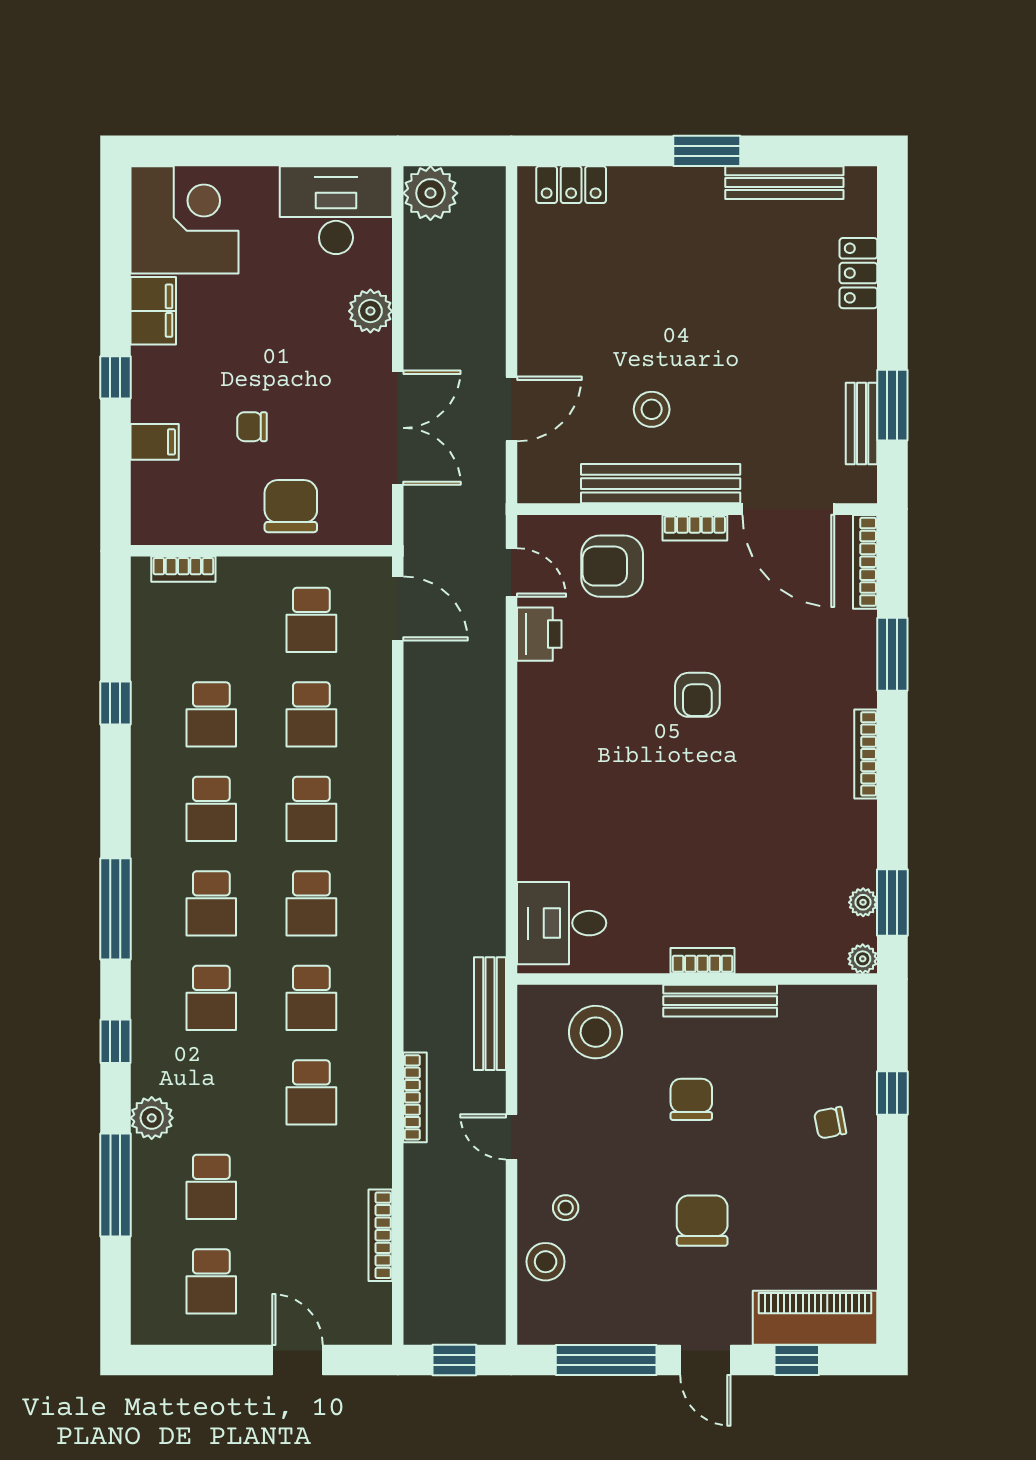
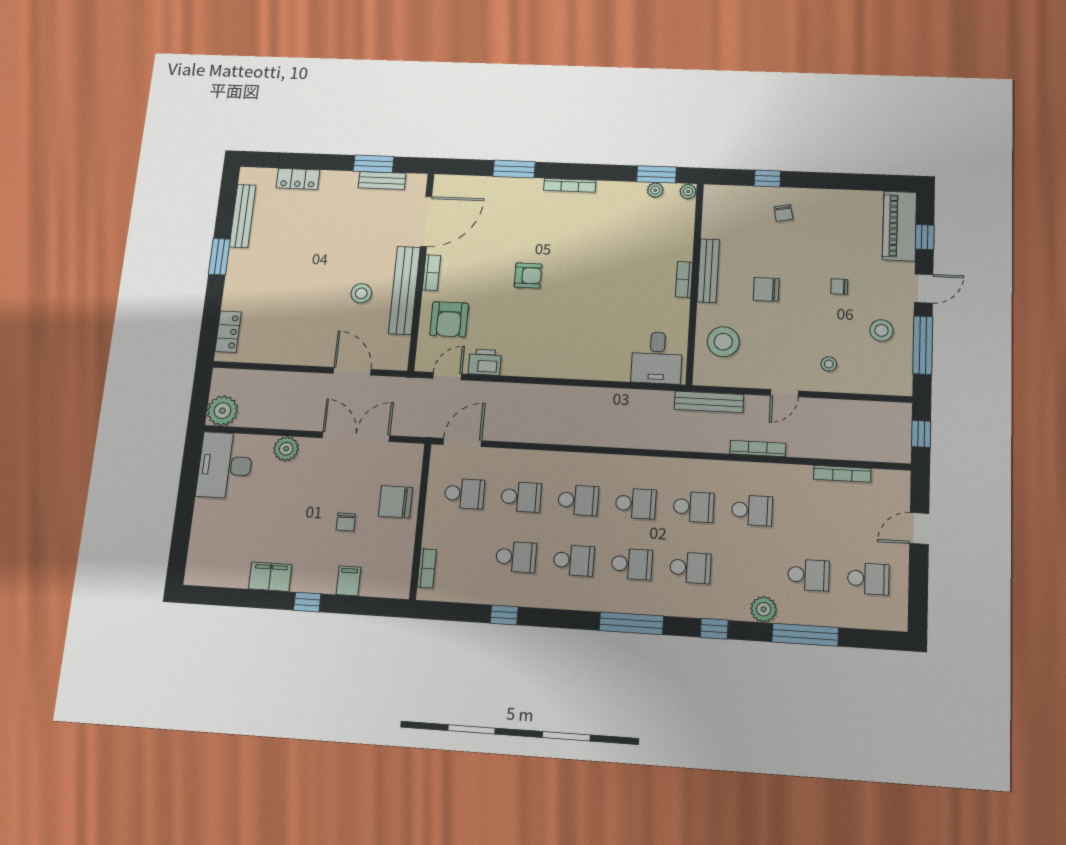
corner desk: (184, 220) -> (219, 555), removed
bookcase: (865, 562) -> (460, 181), removed
chair: (702, 1221) -> (839, 287), width x0.54, depth x0.54
stool: (546, 1262) -> (881, 330), moved

